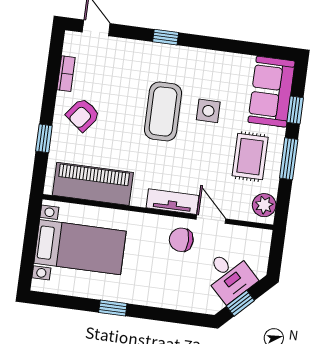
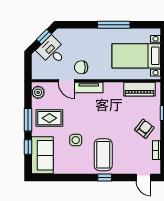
coffee table: (163, 111) -> (103, 155), moved
rug: (250, 157) -> (49, 118), turned 90
piano: (93, 184) -> (140, 89), width x0.73, depth x0.75
chair: (181, 240) -> (81, 67), turned 180
window: (113, 308) -> (114, 25), width x2.17

